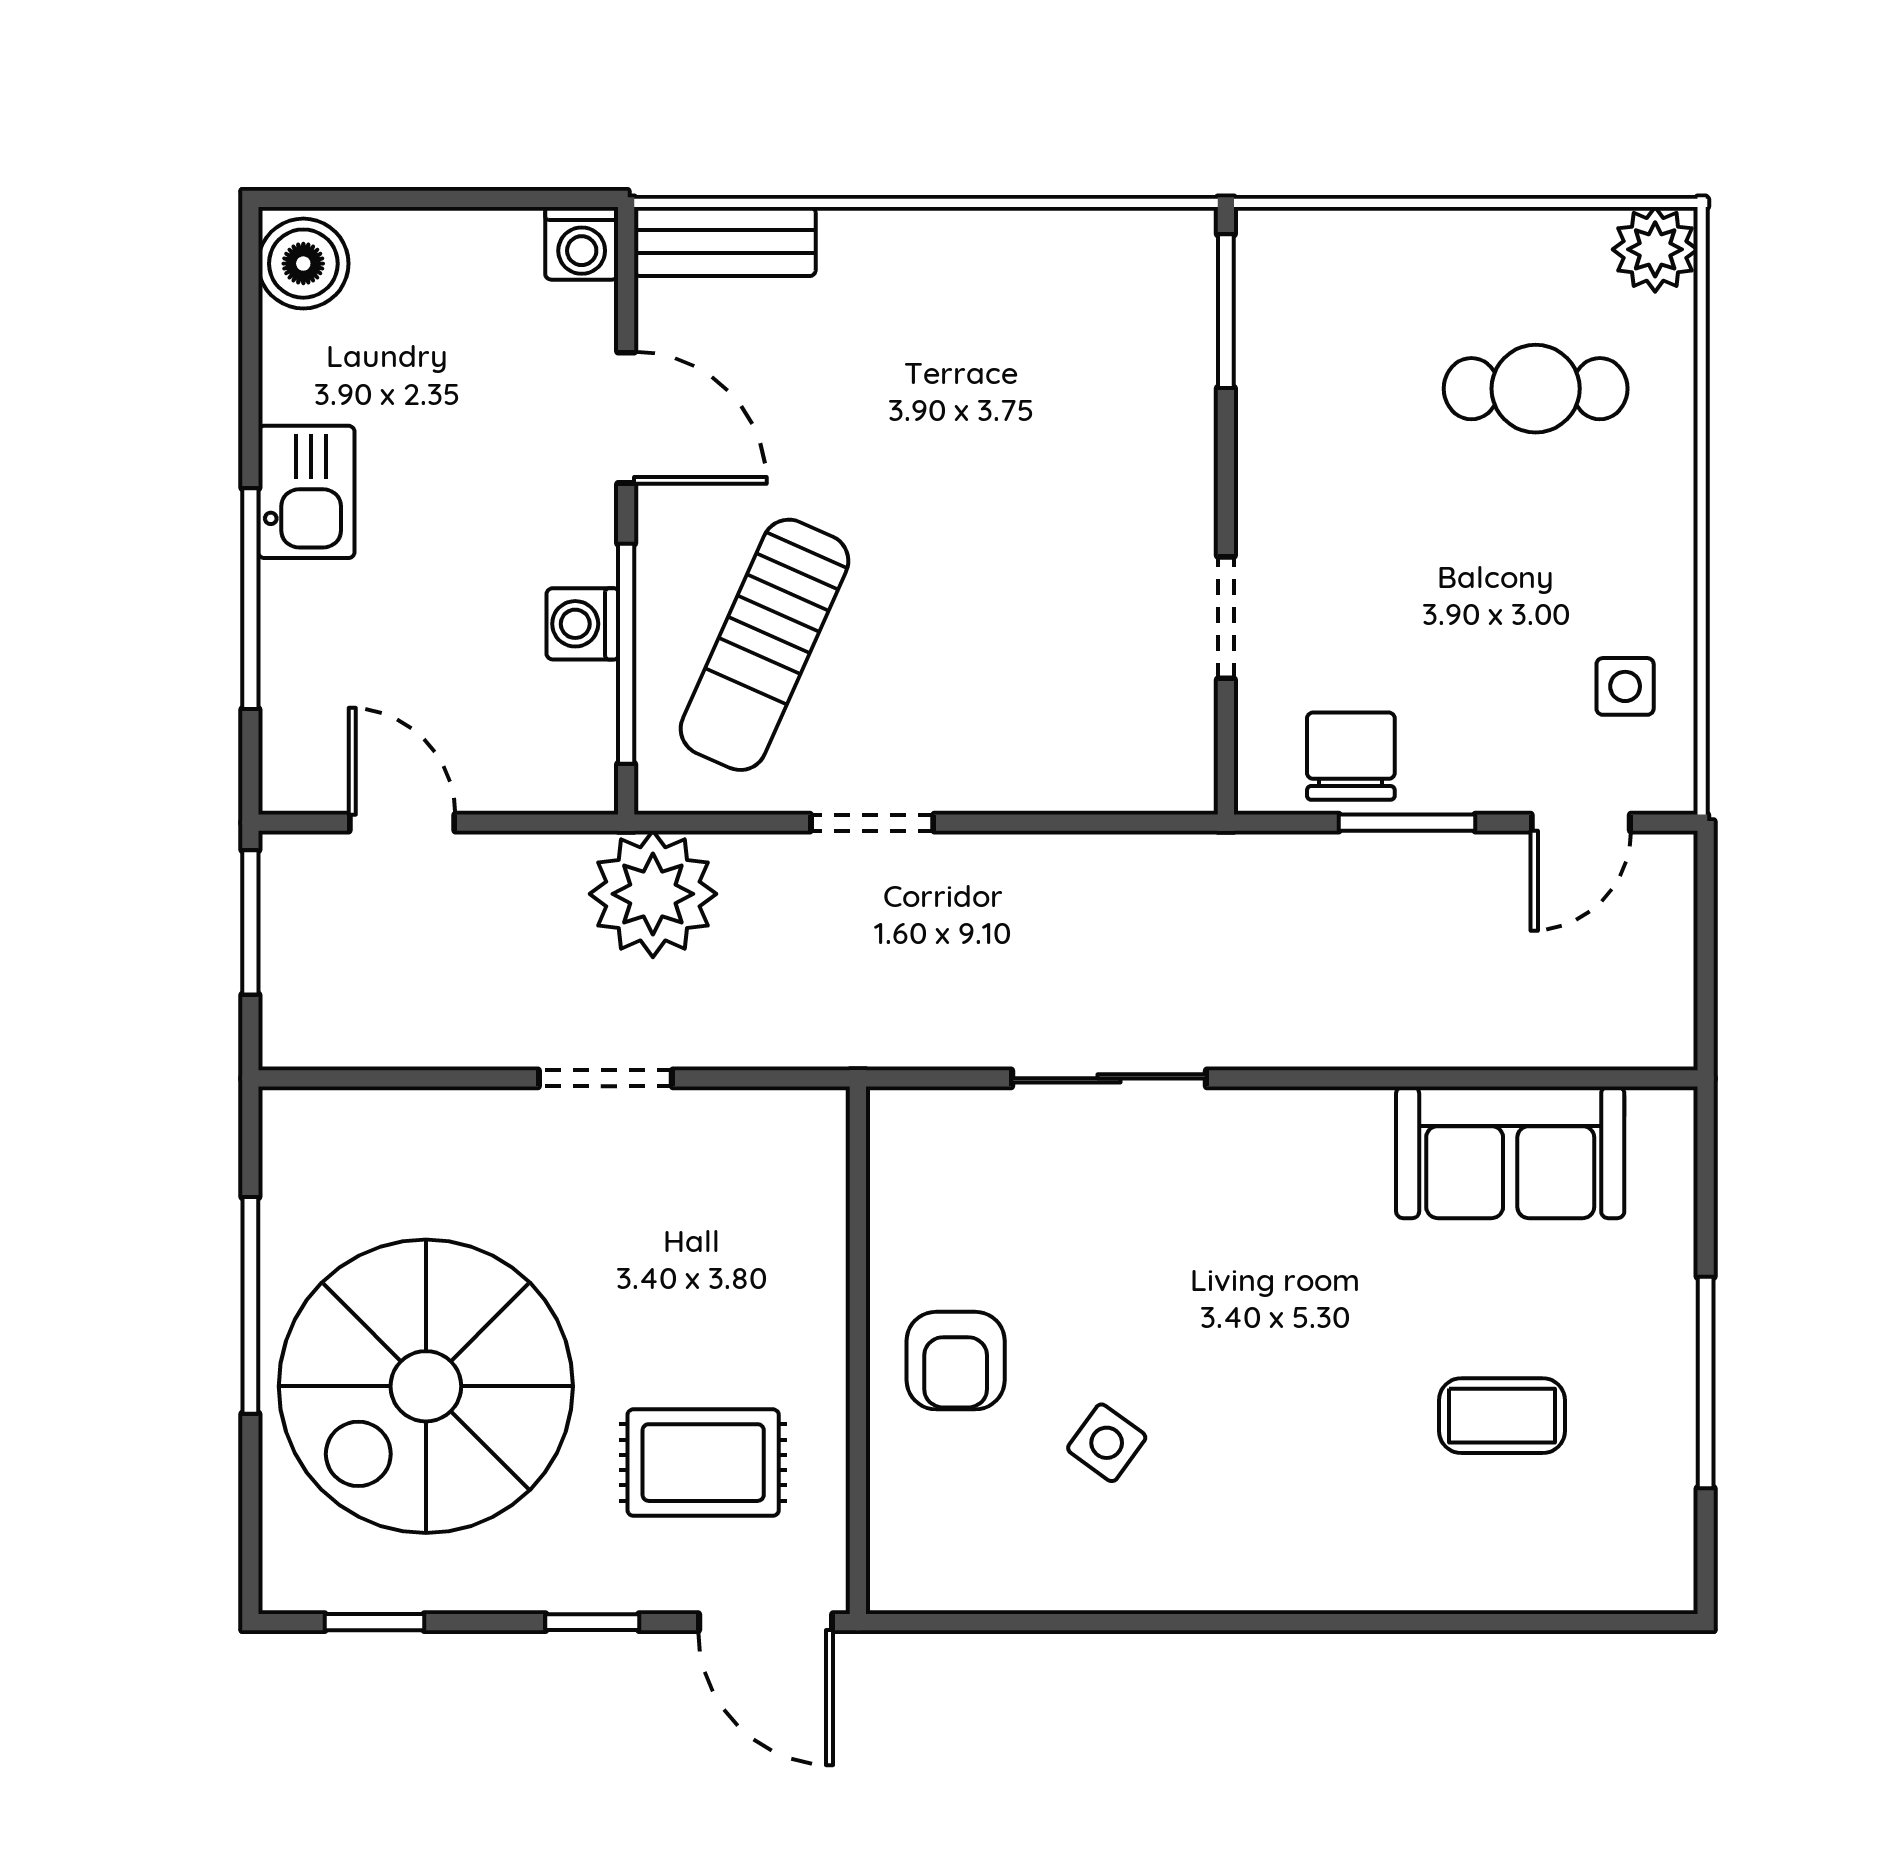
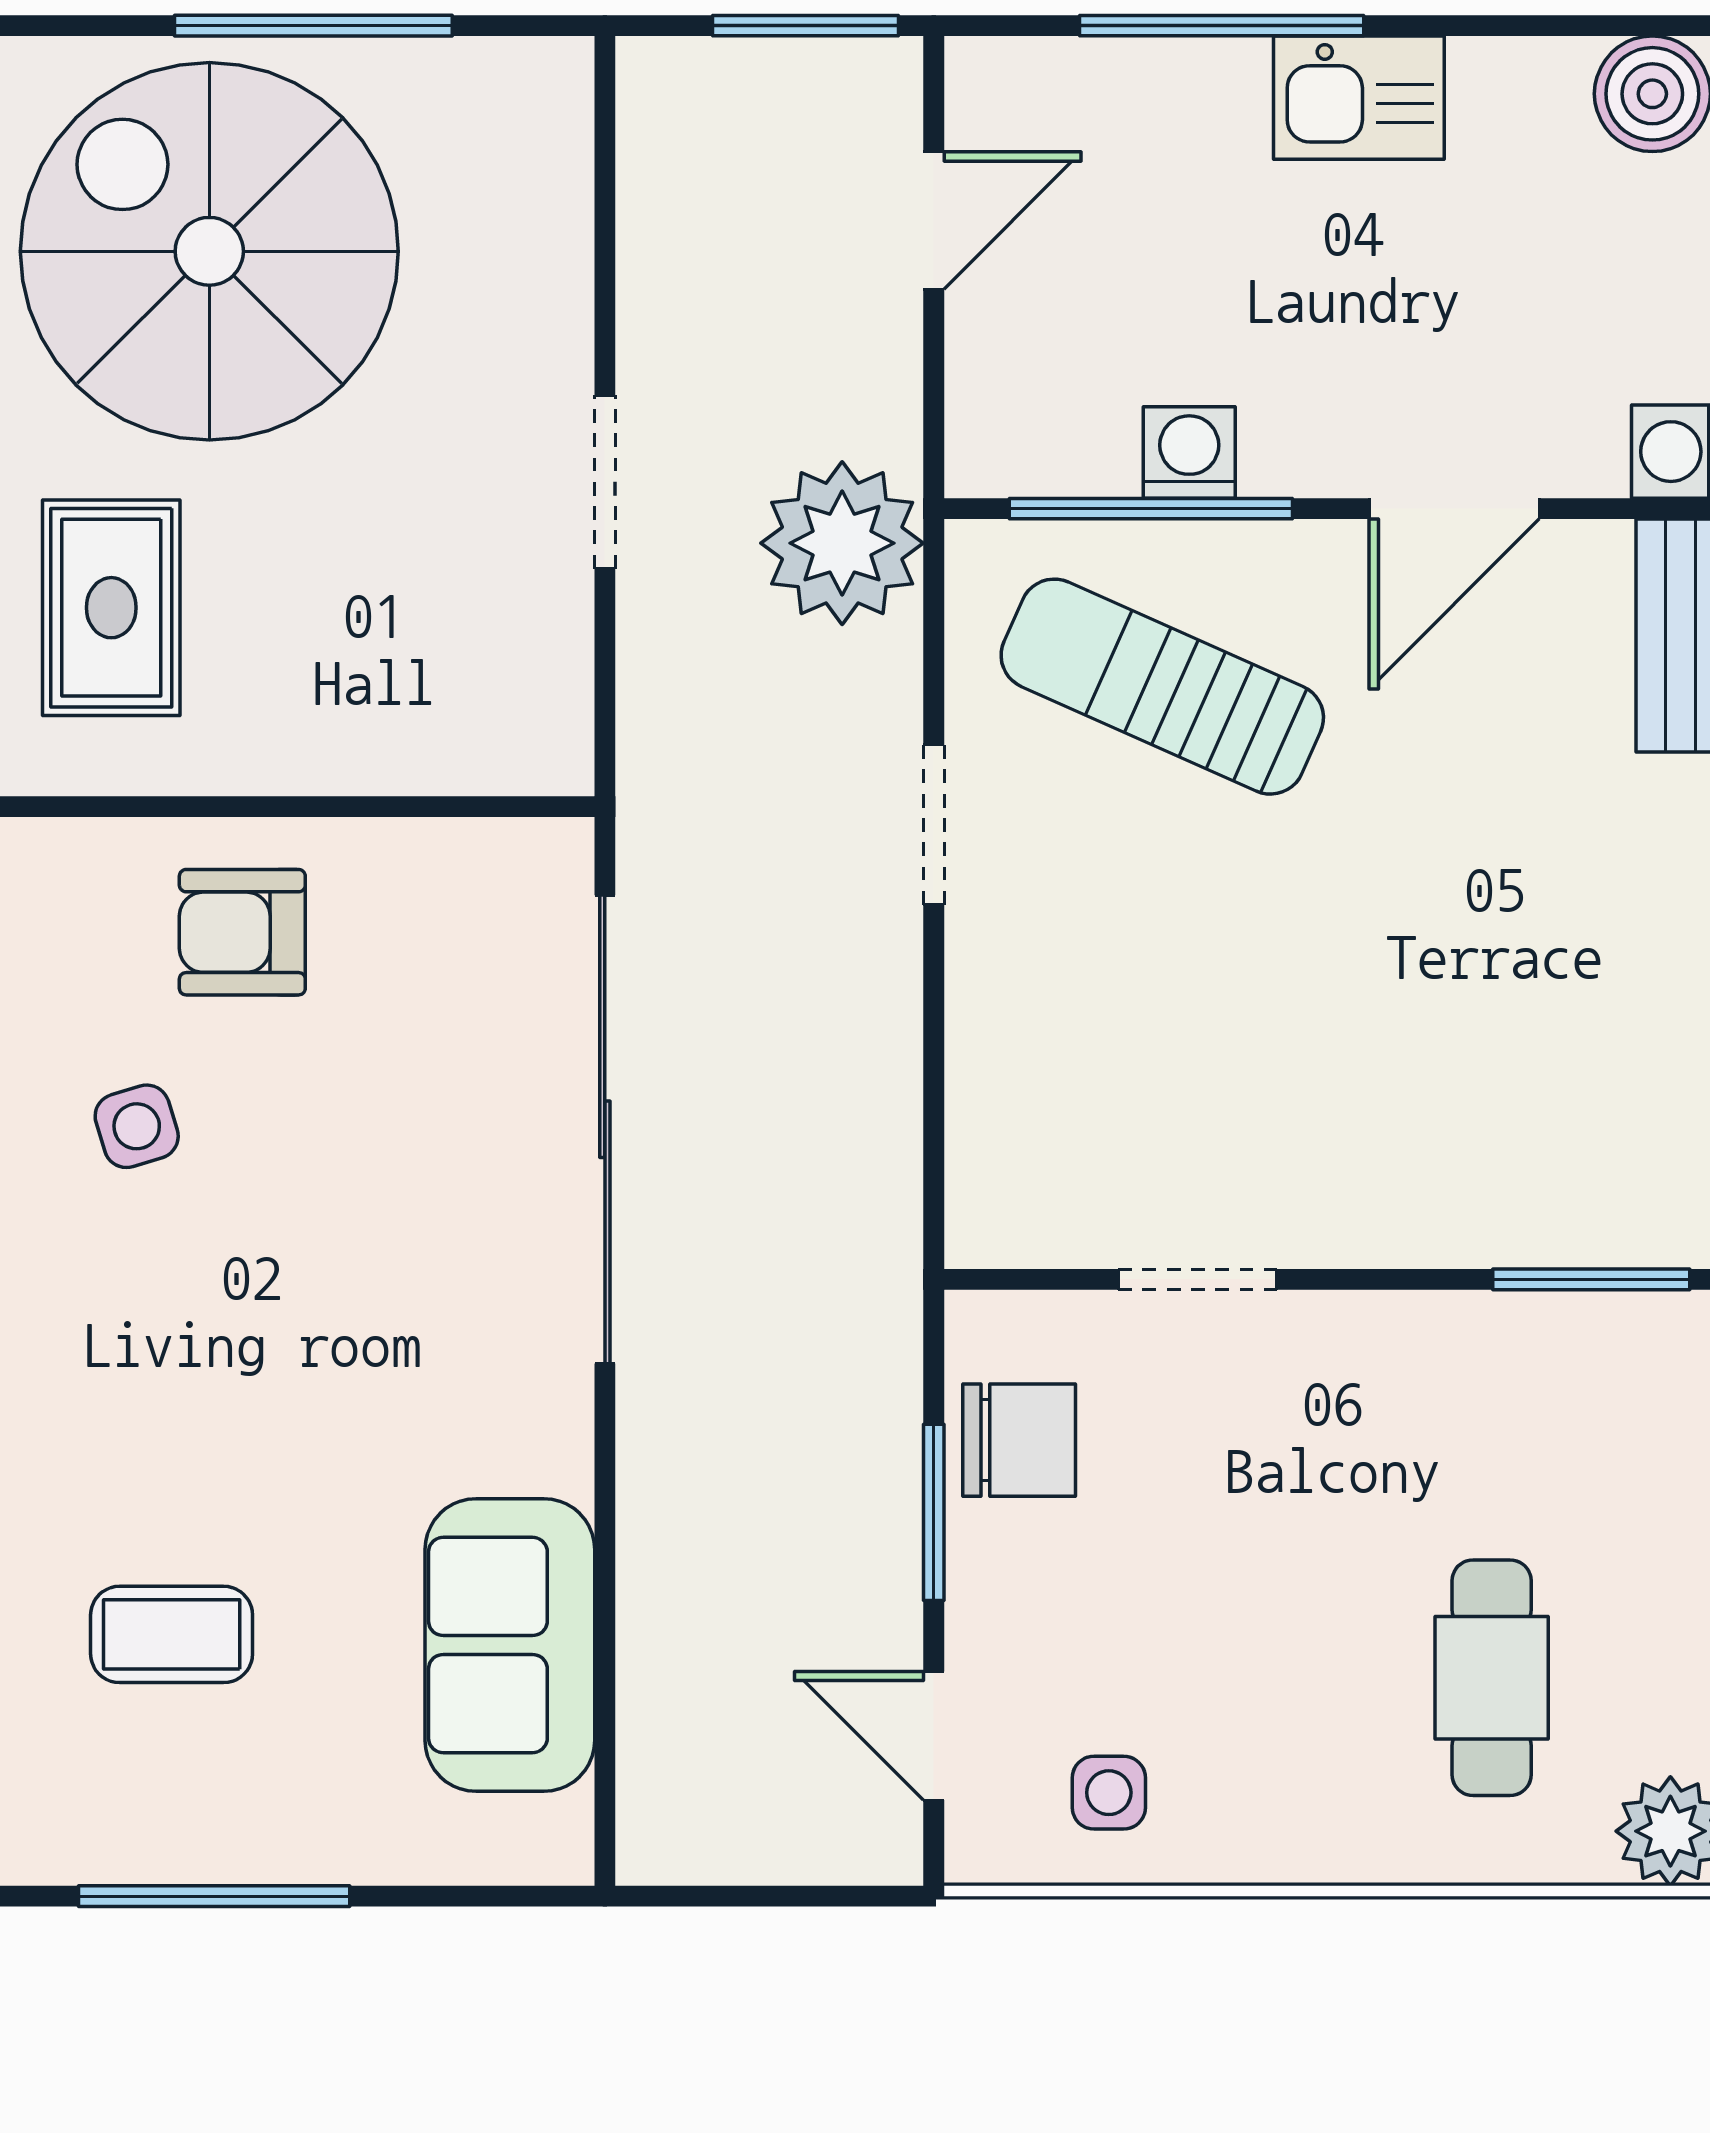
sliding door: (1109, 1078) -> (605, 1129), width x1.86
coffee table: (1502, 1416) -> (172, 1634), turned 90
side table: (1107, 1443) -> (137, 1126), turned 37

